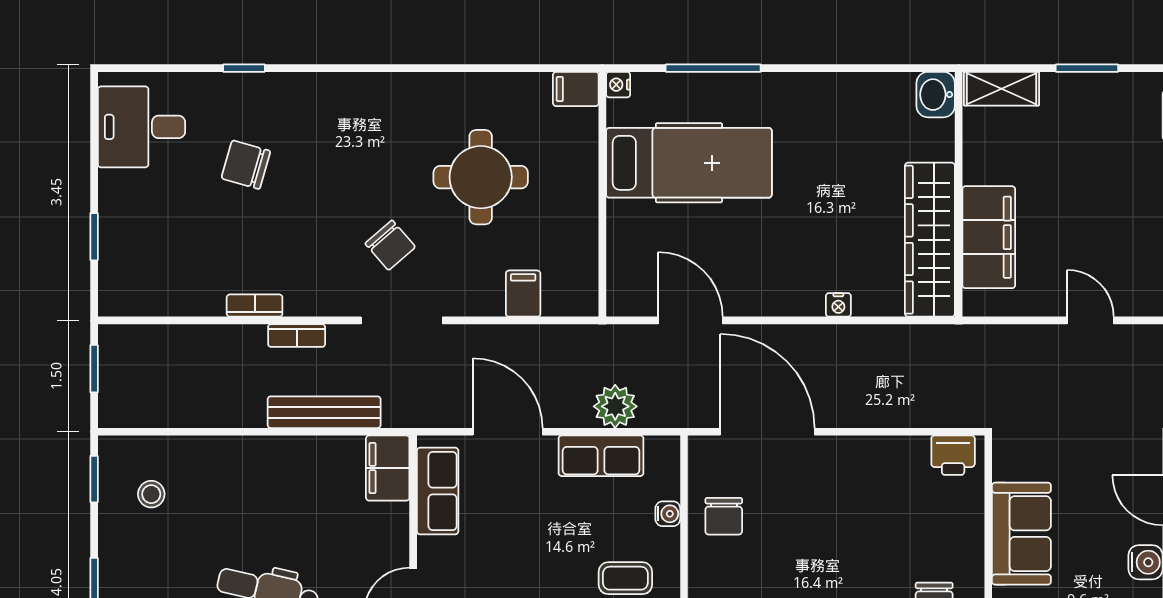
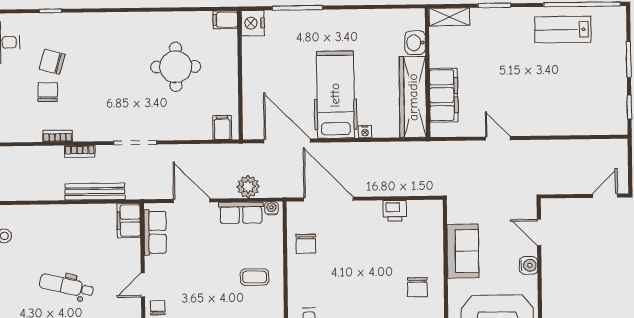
nightstand: (618, 85) -> (253, 23), width x1.89, depth x1.79
washbasin: (936, 95) -> (415, 43), moved
hospital bed: (689, 163) -> (335, 95), moved, turned -90
chair: (390, 245) -> (48, 92), moved, turned -138
filing cabinet: (523, 294) -> (222, 128), moved
door: (690, 320) -> (287, 141), width x1.36
printer: (953, 455) -> (395, 211), moved
water cooler: (668, 514) -> (271, 208), moved, turned -90

